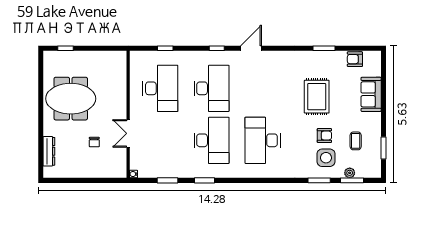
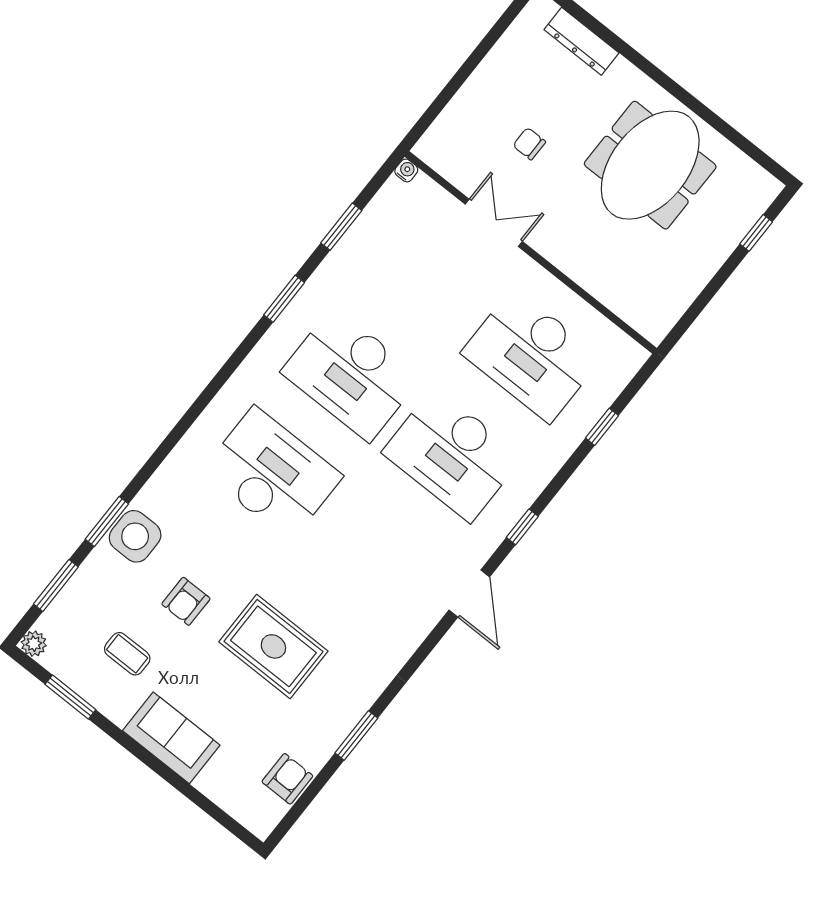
sofa: (371, 94) -> (171, 738), moved
side table: (326, 158) -> (135, 536), moved
plant: (350, 173) -> (34, 644), moved

